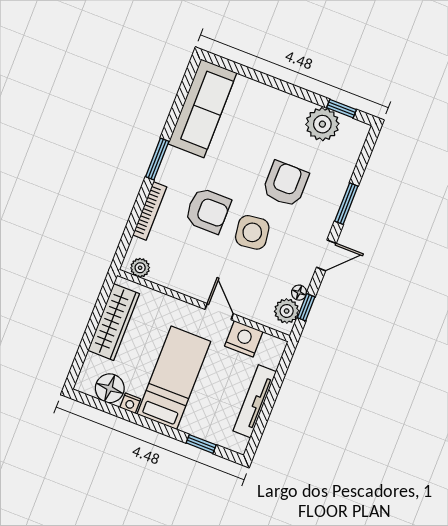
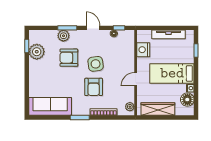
armchair: (208, 211) -> (94, 87), turned 180
plant: (287, 311) -> (63, 36), moved
door: (219, 312) -> (136, 79), moved

